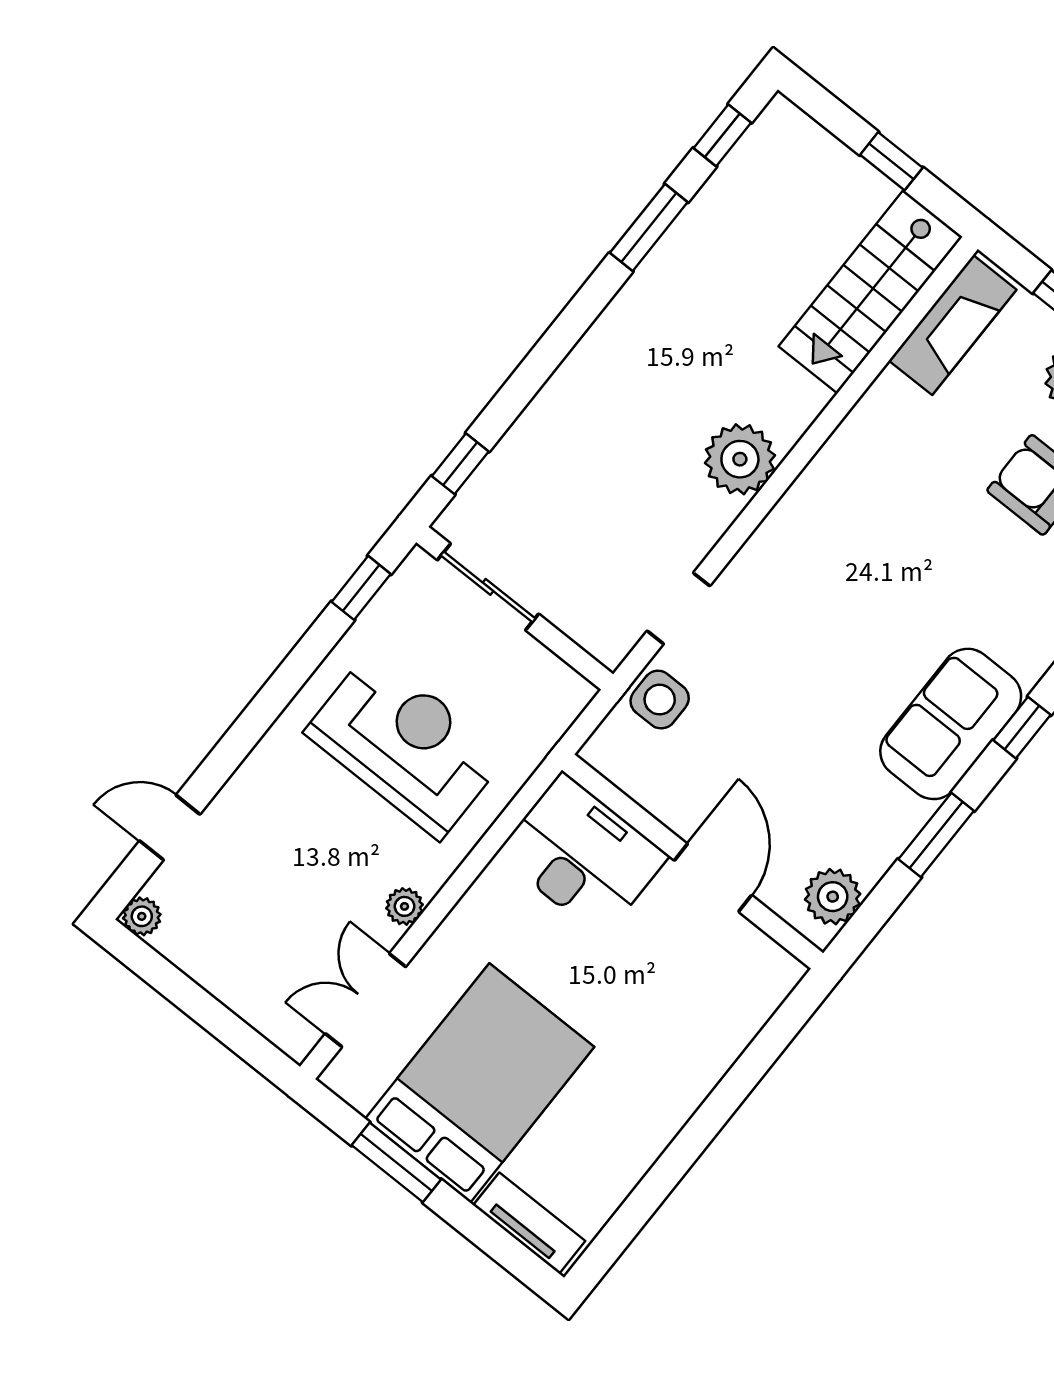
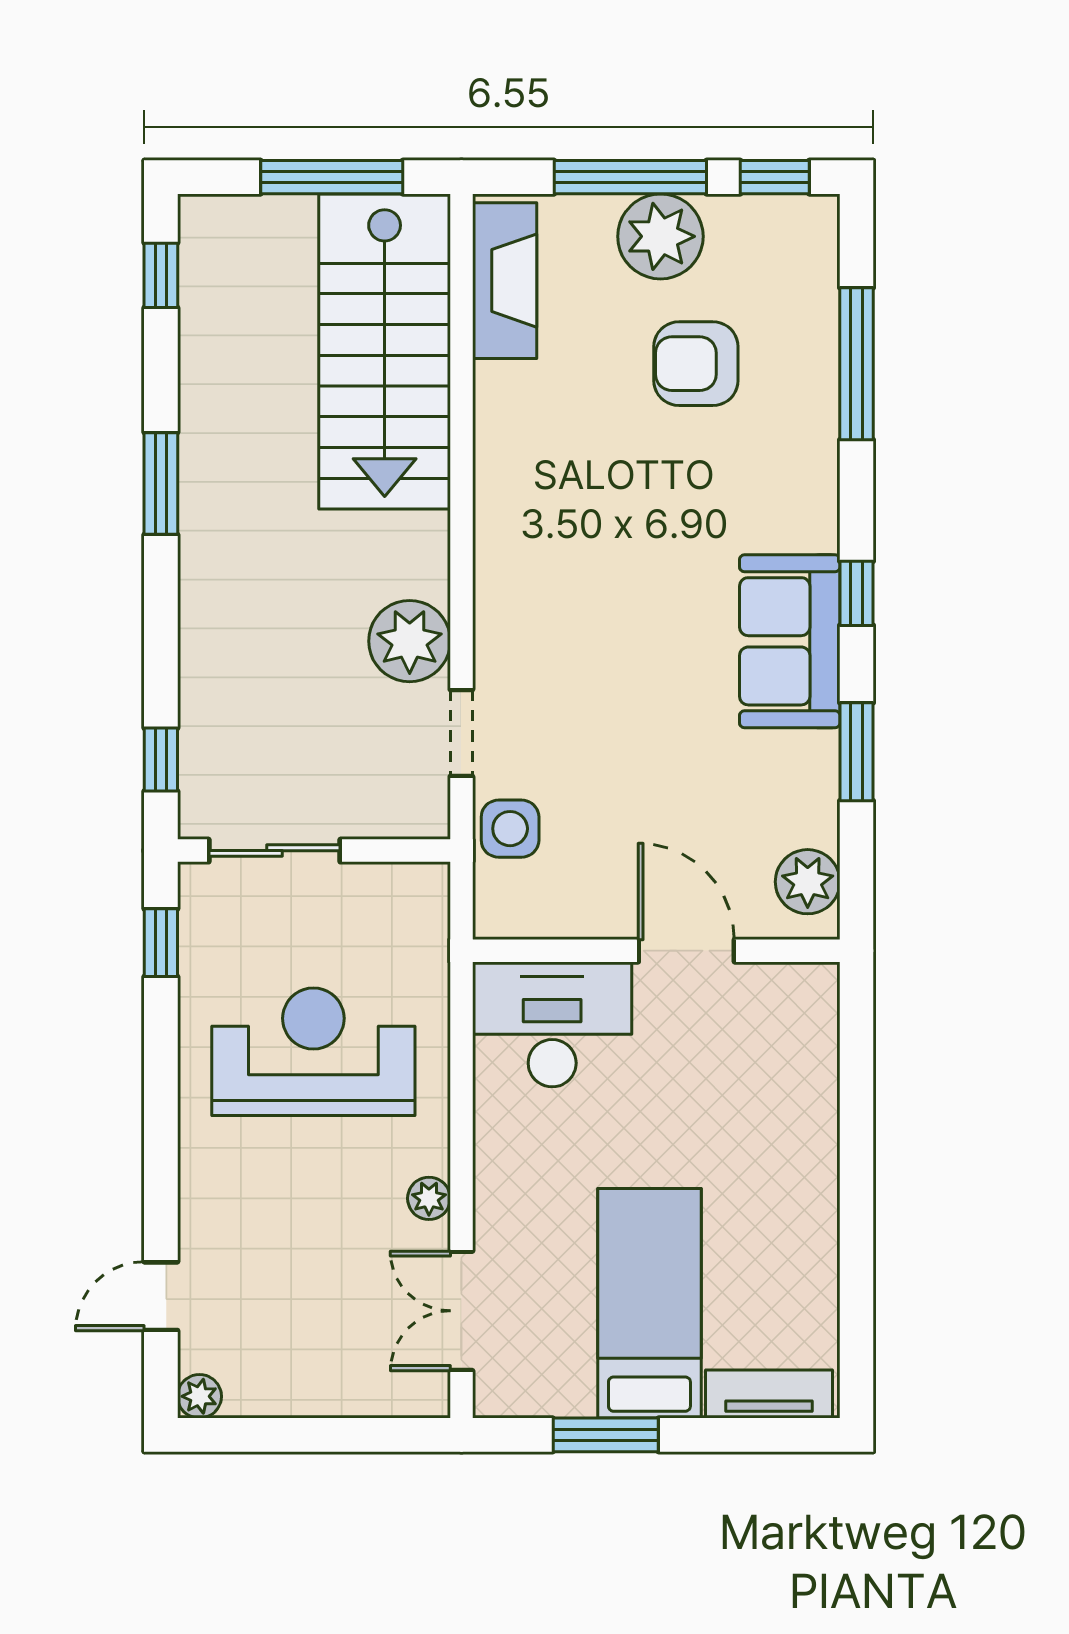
window: (891, 161) -> (332, 177), width x2.17
window: (649, 227) -> (161, 484), moved
stairs: (871, 292) -> (385, 351), width x1.36, depth x1.51
plant: (740, 459) -> (410, 641), moved
bed: (480, 1083) -> (649, 1303), width x0.67

